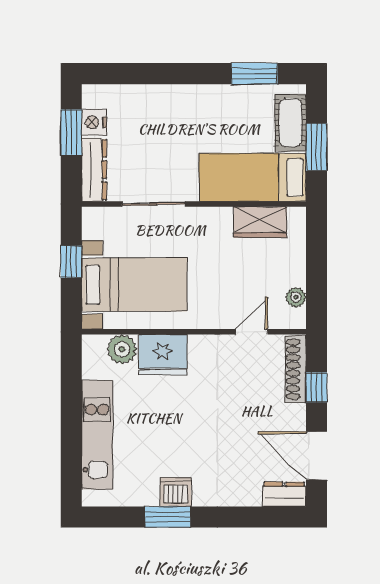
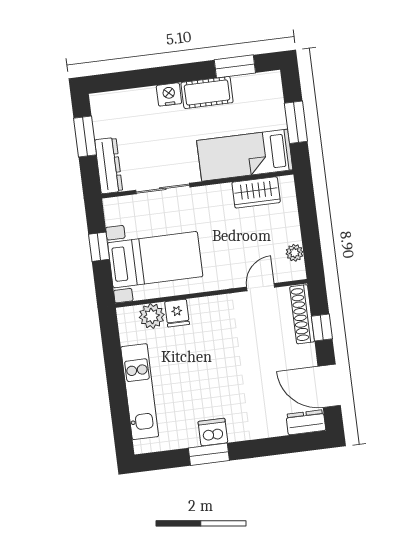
nightstand: (94, 122) -> (169, 94), moved, turned 90
cot: (290, 123) -> (207, 92), moved, turned 90
fridge: (163, 355) -> (177, 313), width x0.53, depth x0.75

